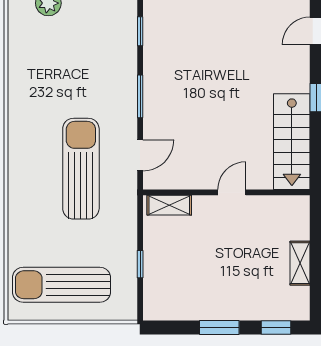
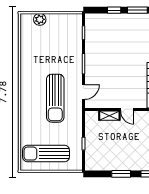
sun lounger: (81, 169) -> (55, 98), turned 180
door: (232, 192) -> (127, 109), swing flipped
shelving: (169, 205) -> (109, 116), moved

